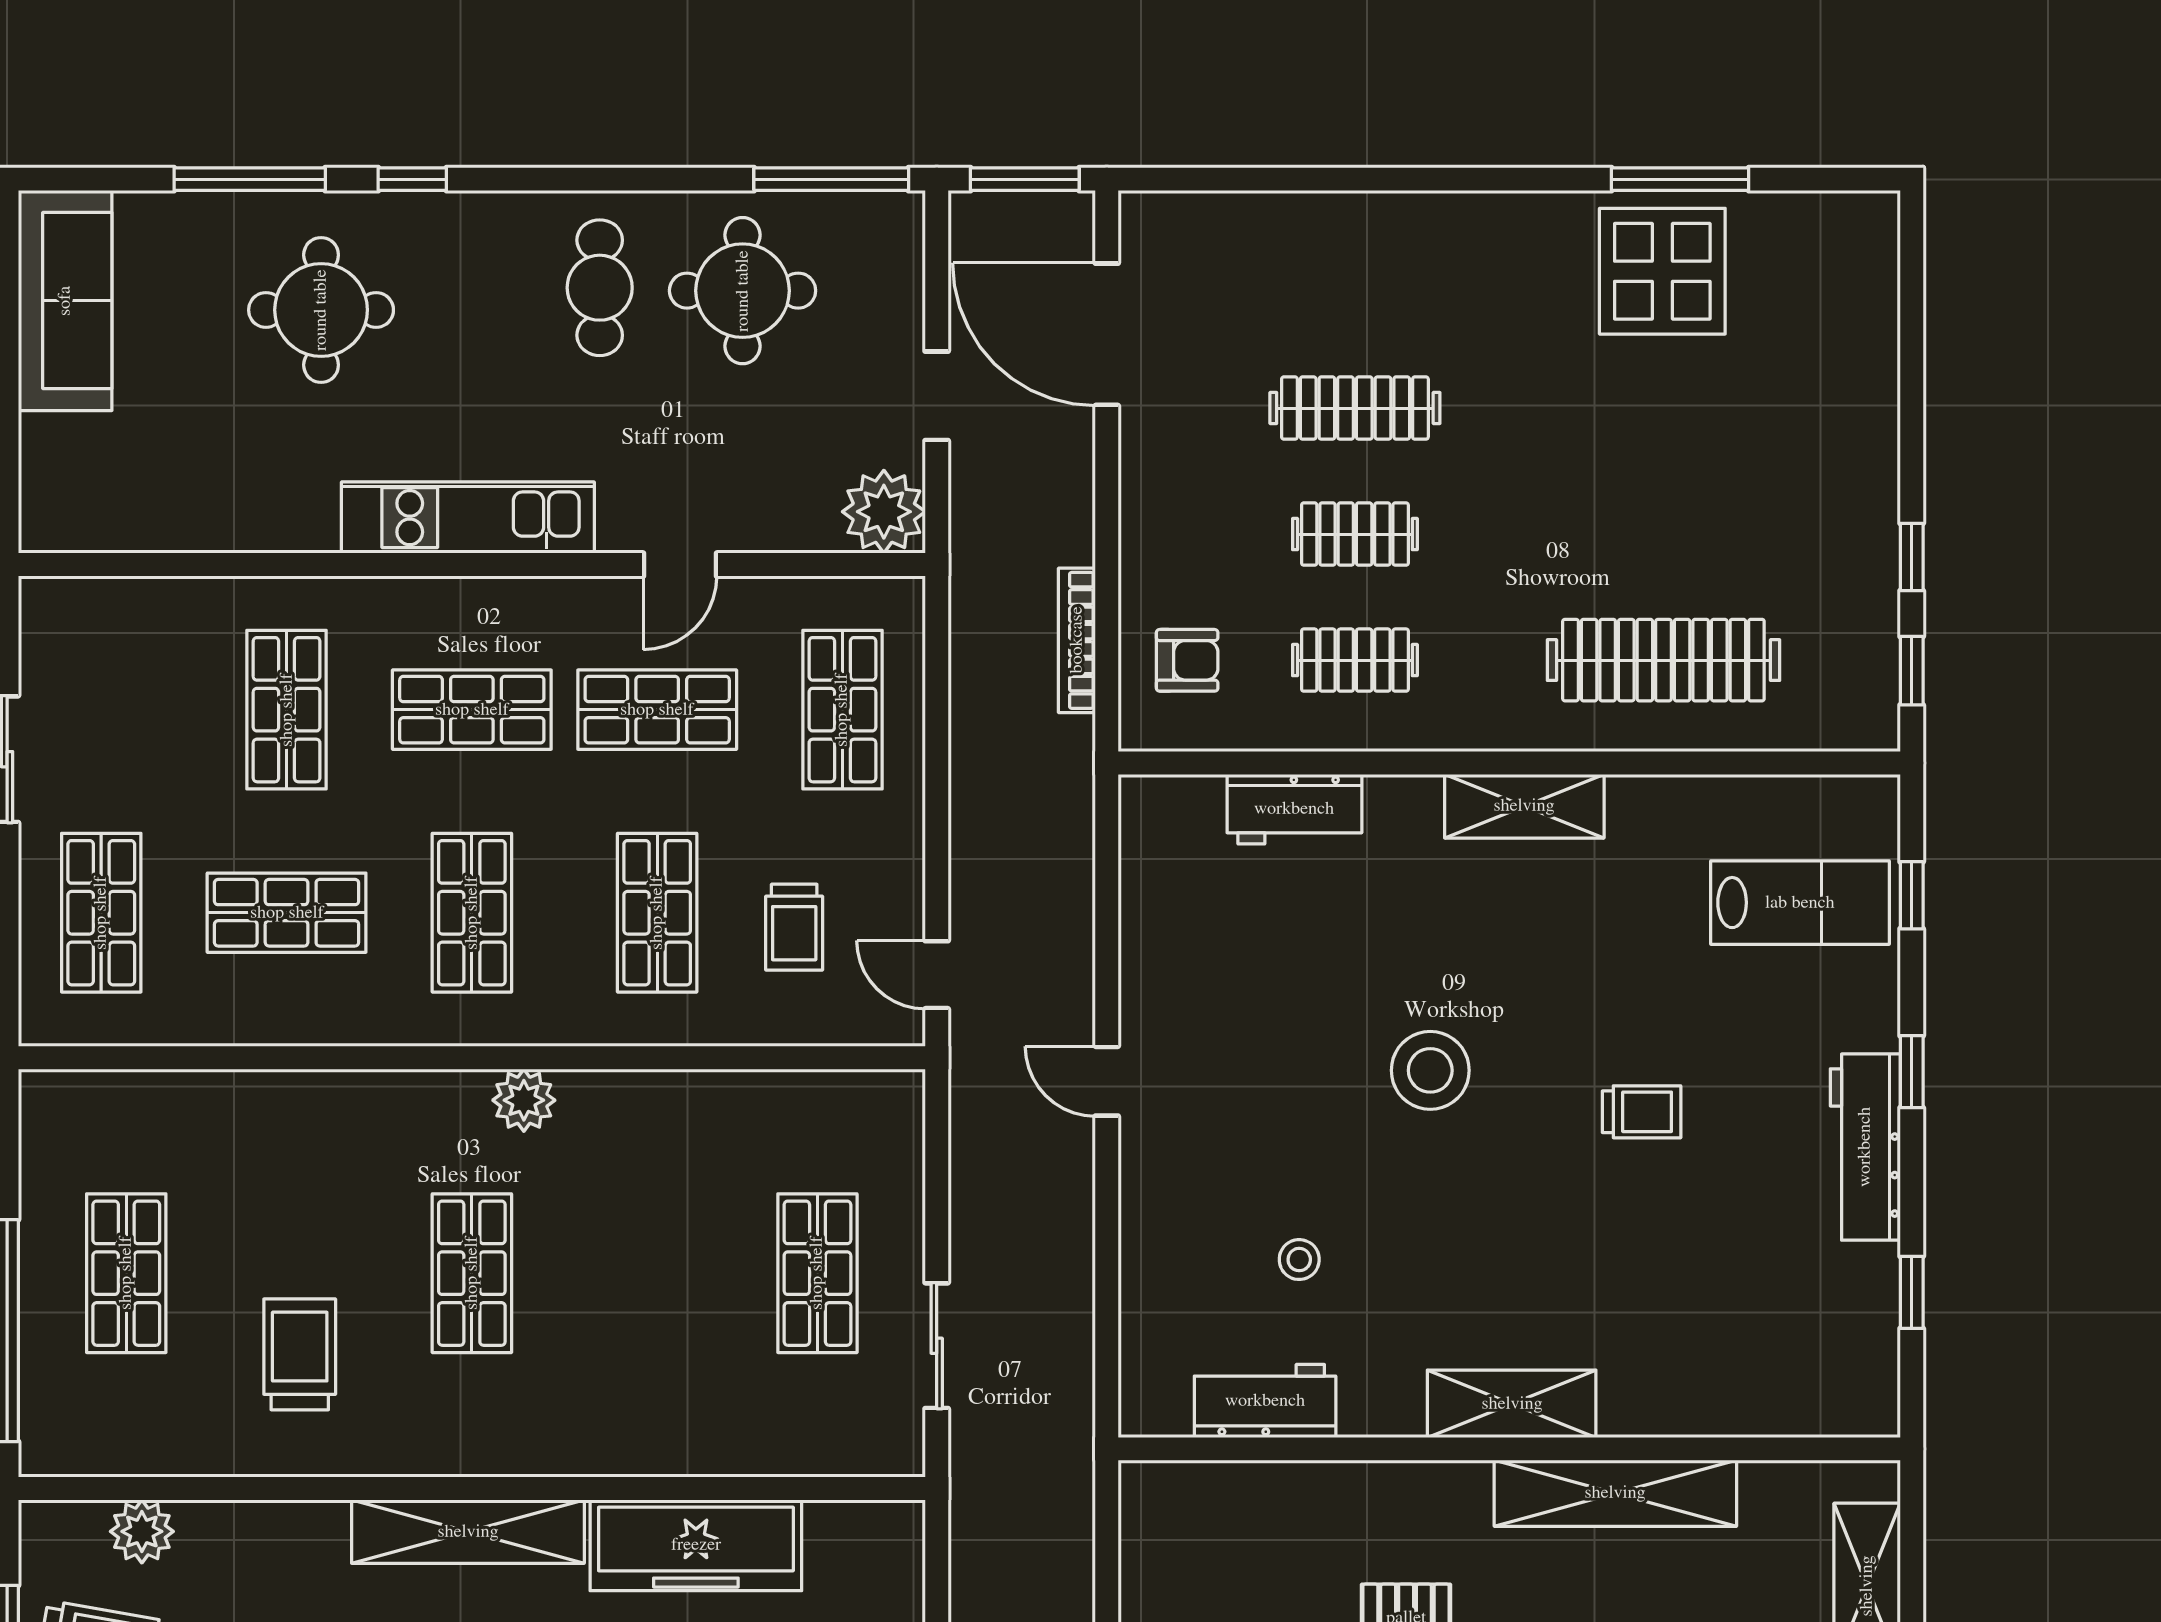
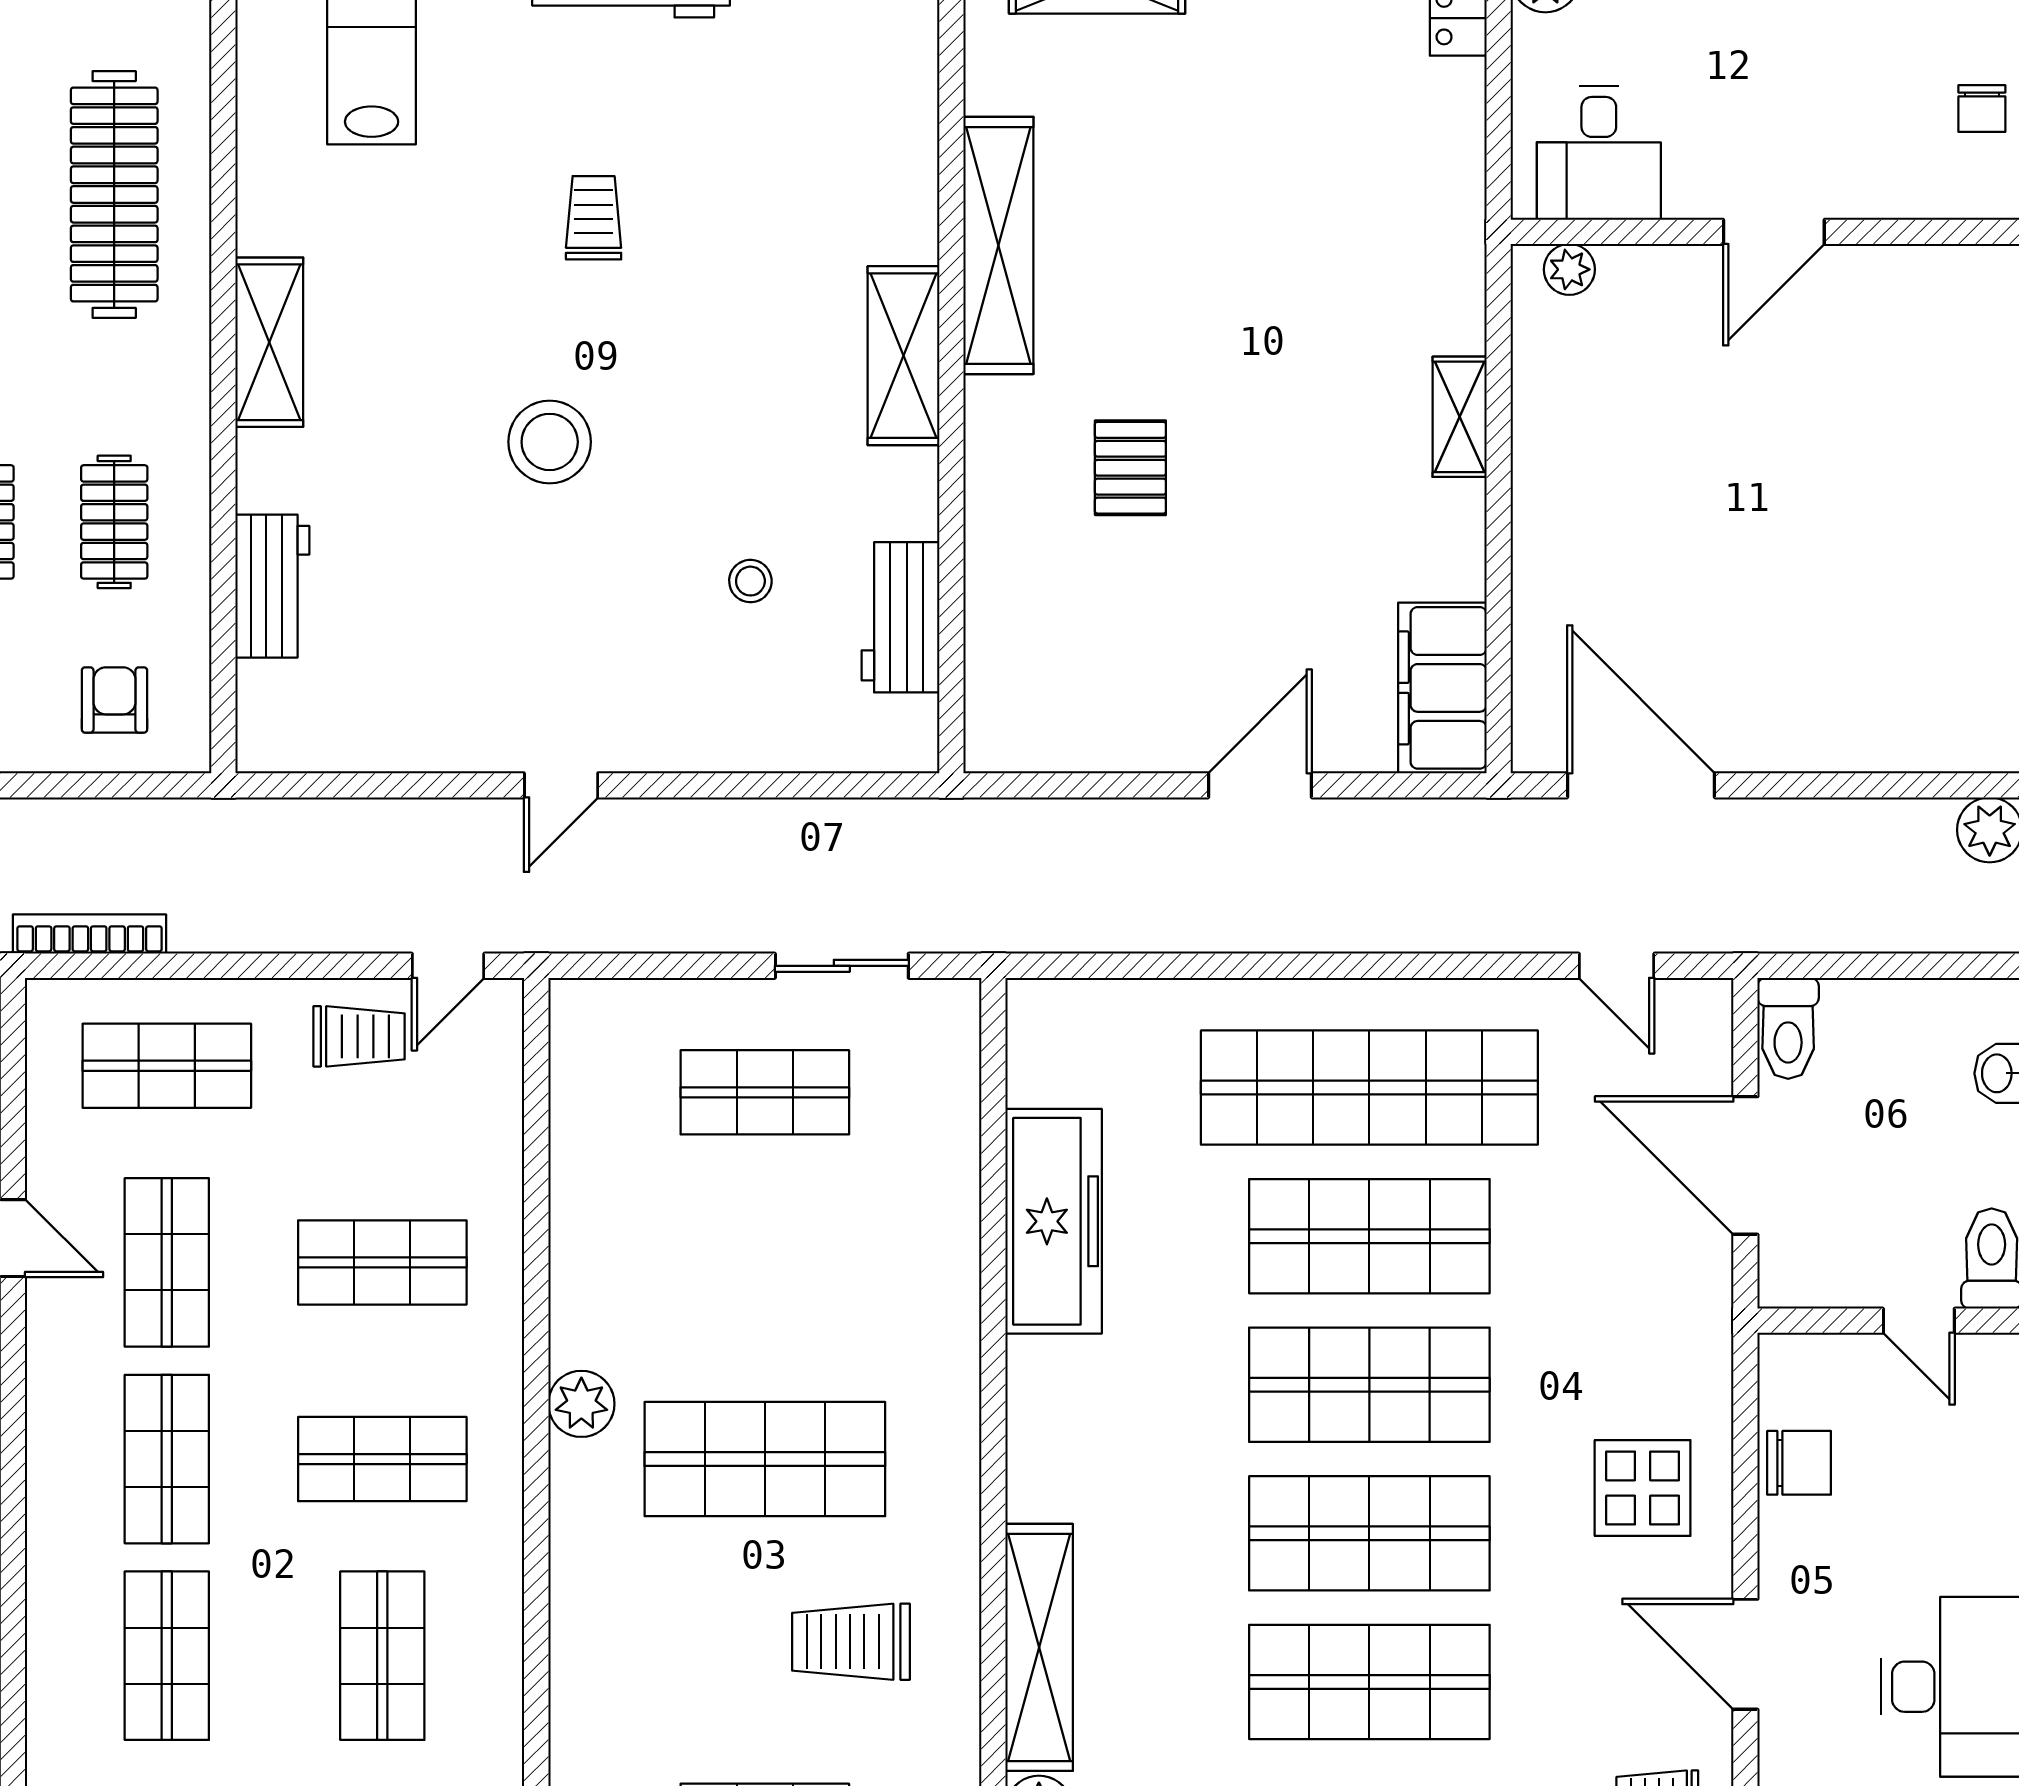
bookcase: (1077, 640) -> (90, 934), moved, turned 180
shop shelf: (287, 710) -> (167, 1656), turned 90
trolley: (794, 927) -> (359, 1036), moved
shop shelf: (472, 1273) -> (765, 1459), width x1.43, depth x1.36
shelving: (468, 1532) -> (1039, 1647), moved

